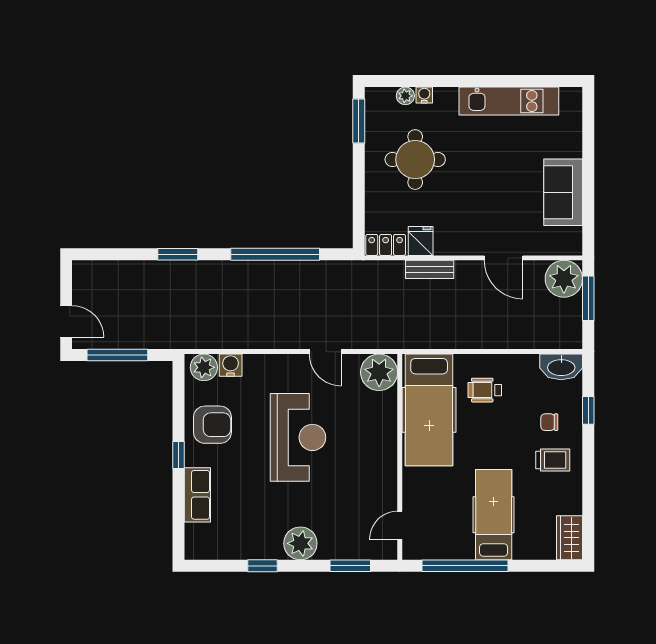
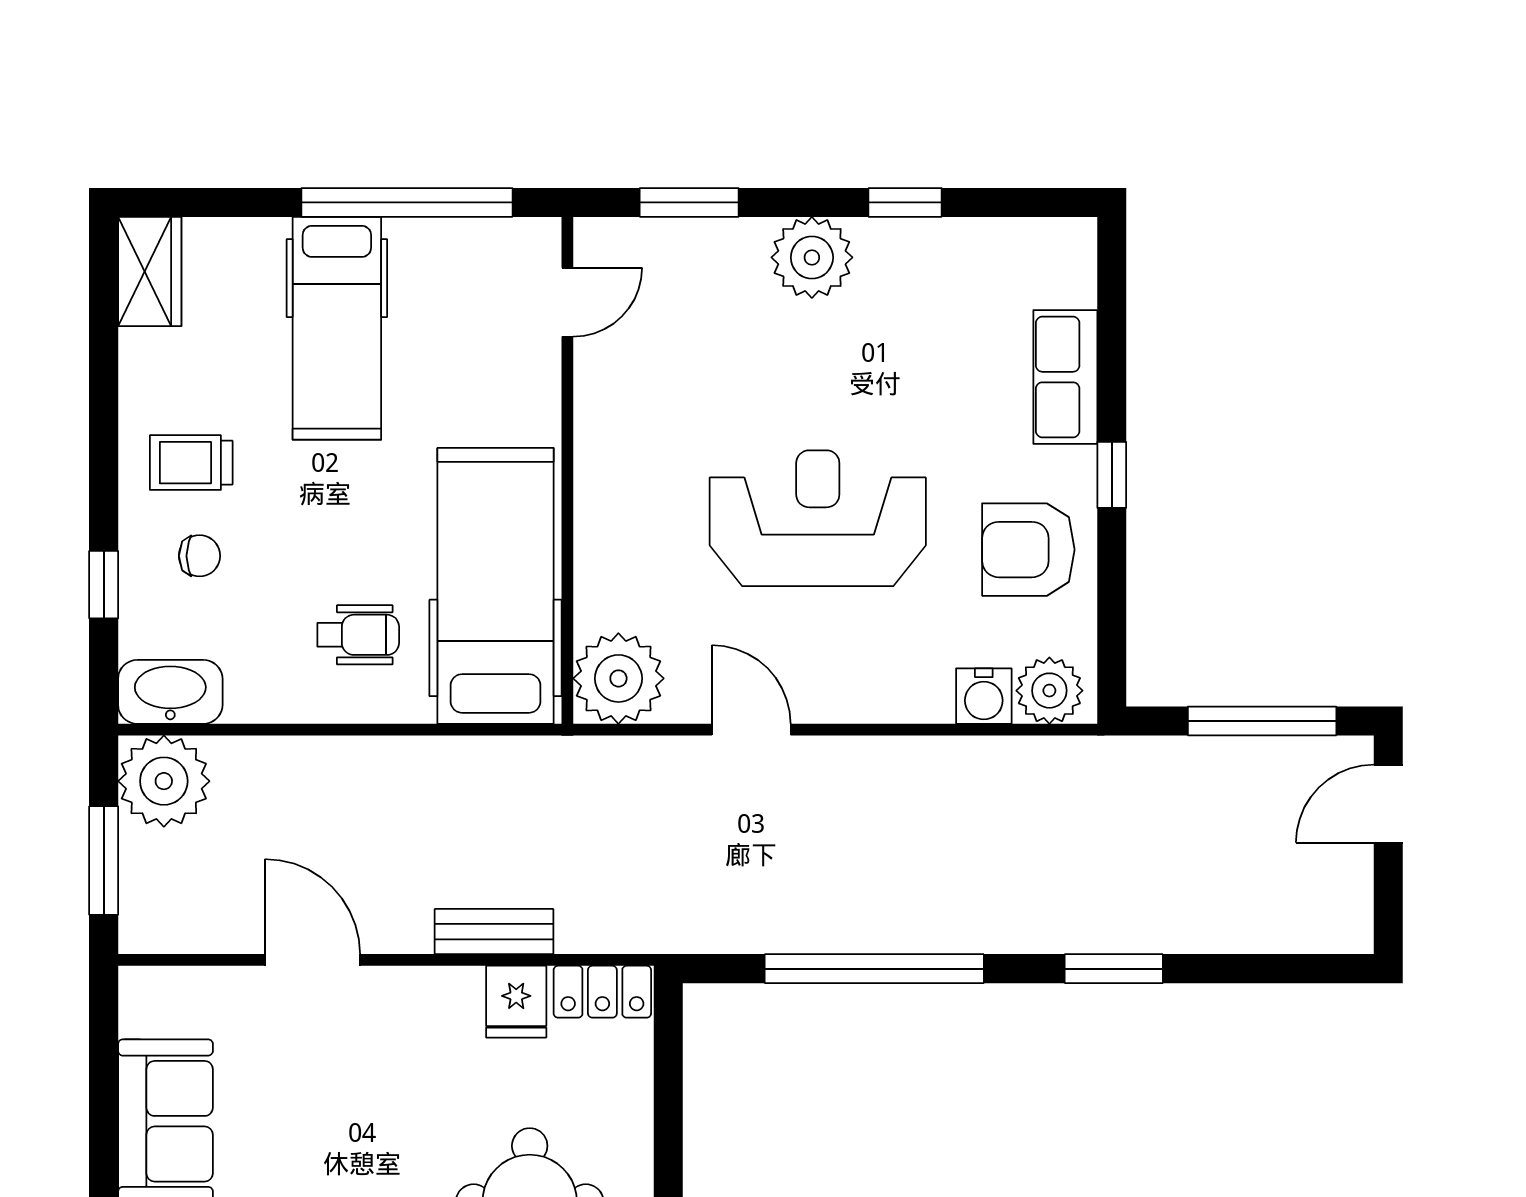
plant: (564, 279) -> (164, 781), moved
door: (66, 321) -> (1388, 804), hinge flipped
reception desk: (298, 437) -> (818, 518), turned 90

